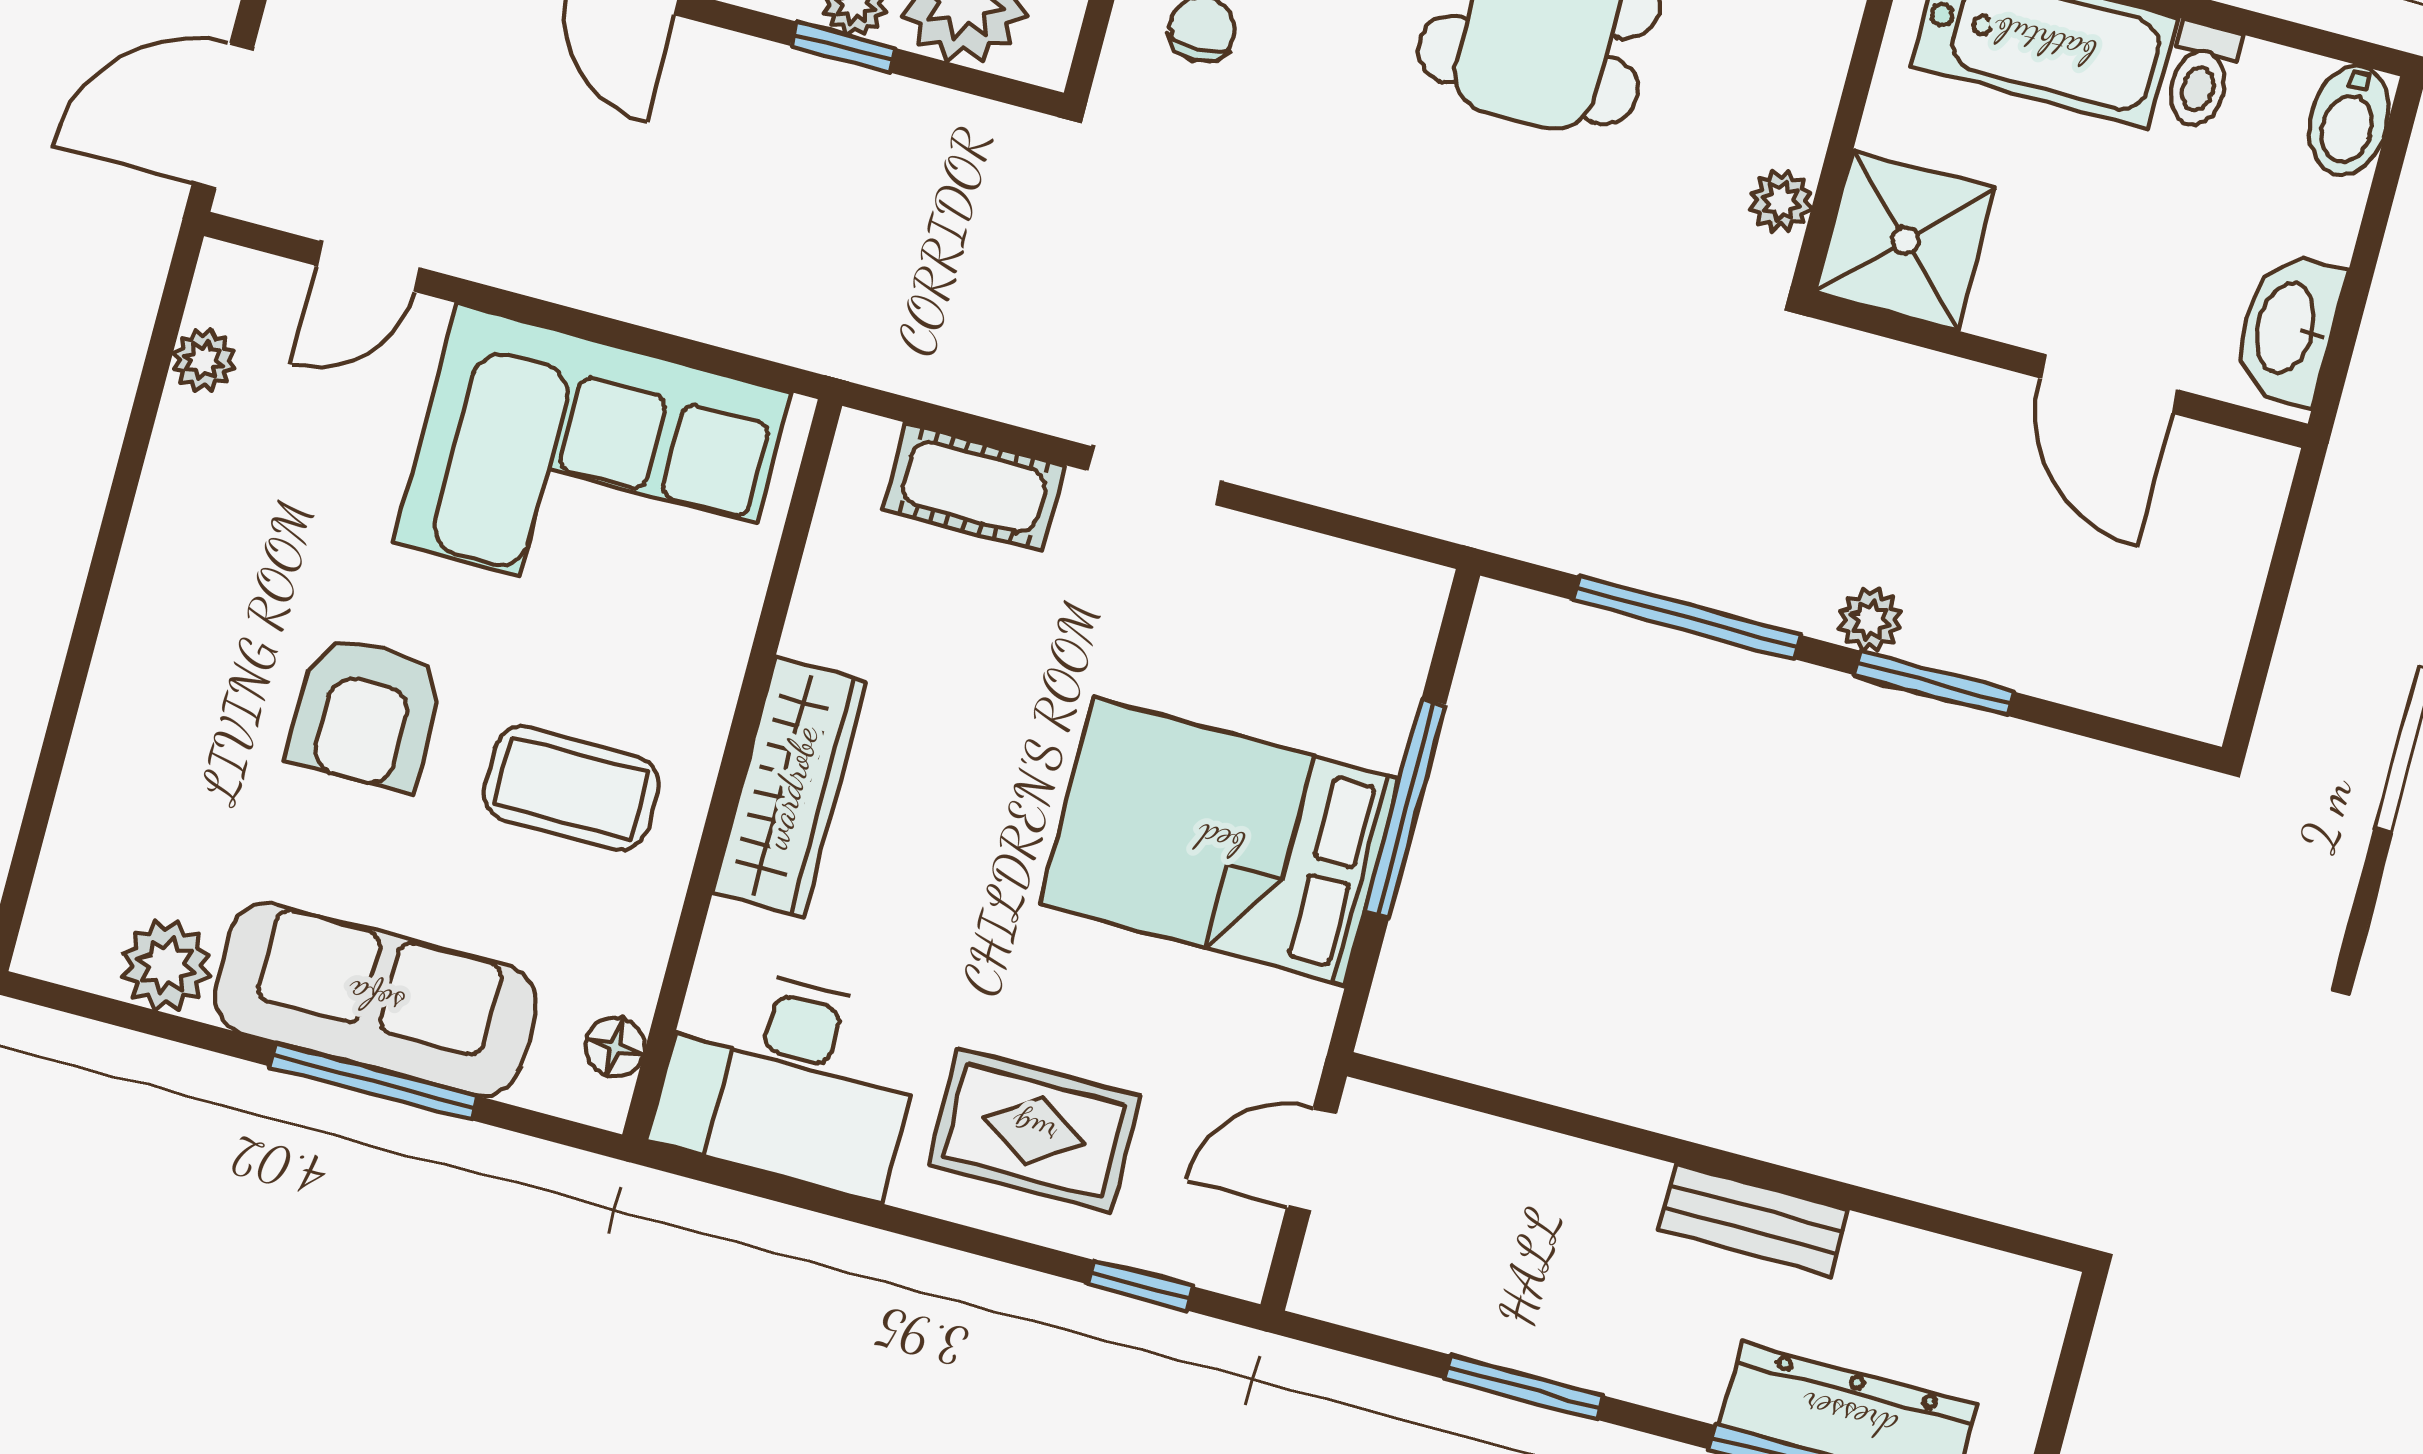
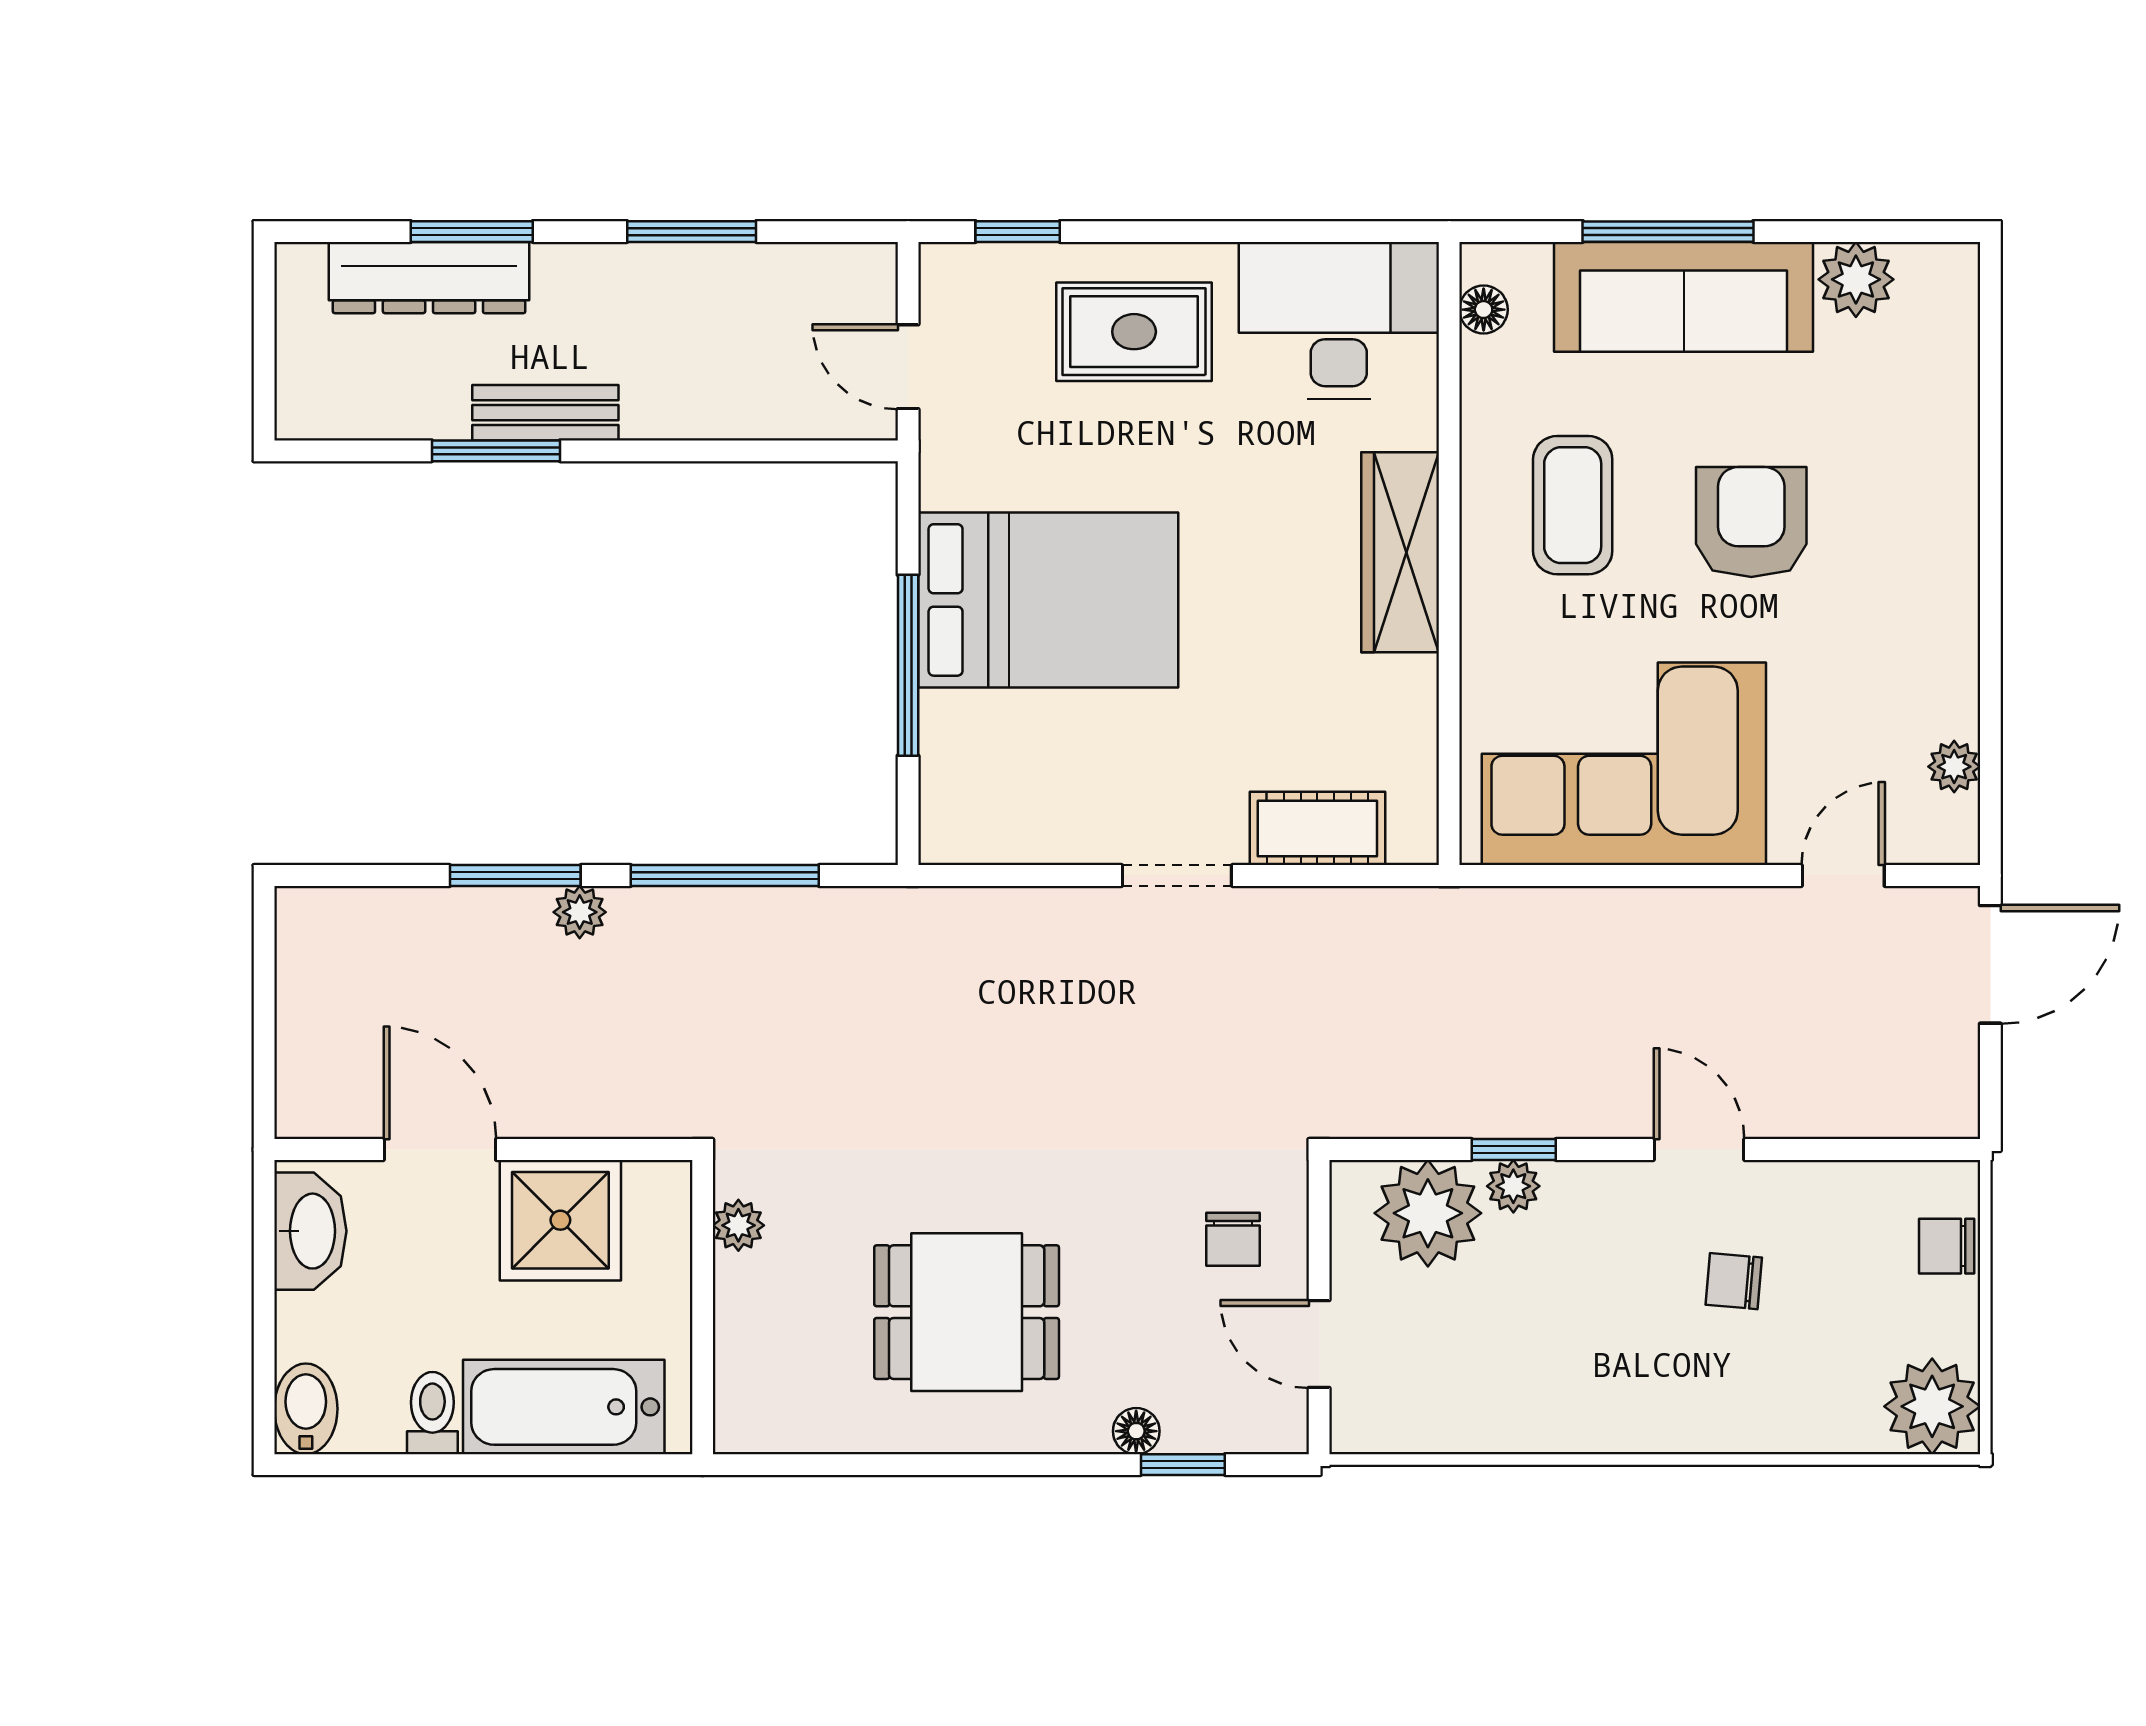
shower: (1905, 240) -> (560, 1220), moved
coffee table: (571, 788) -> (1573, 505), turned 90
door: (1312, 1160) -> (908, 367), swing flipped
window: (1824, 1190) -> (496, 451), added

